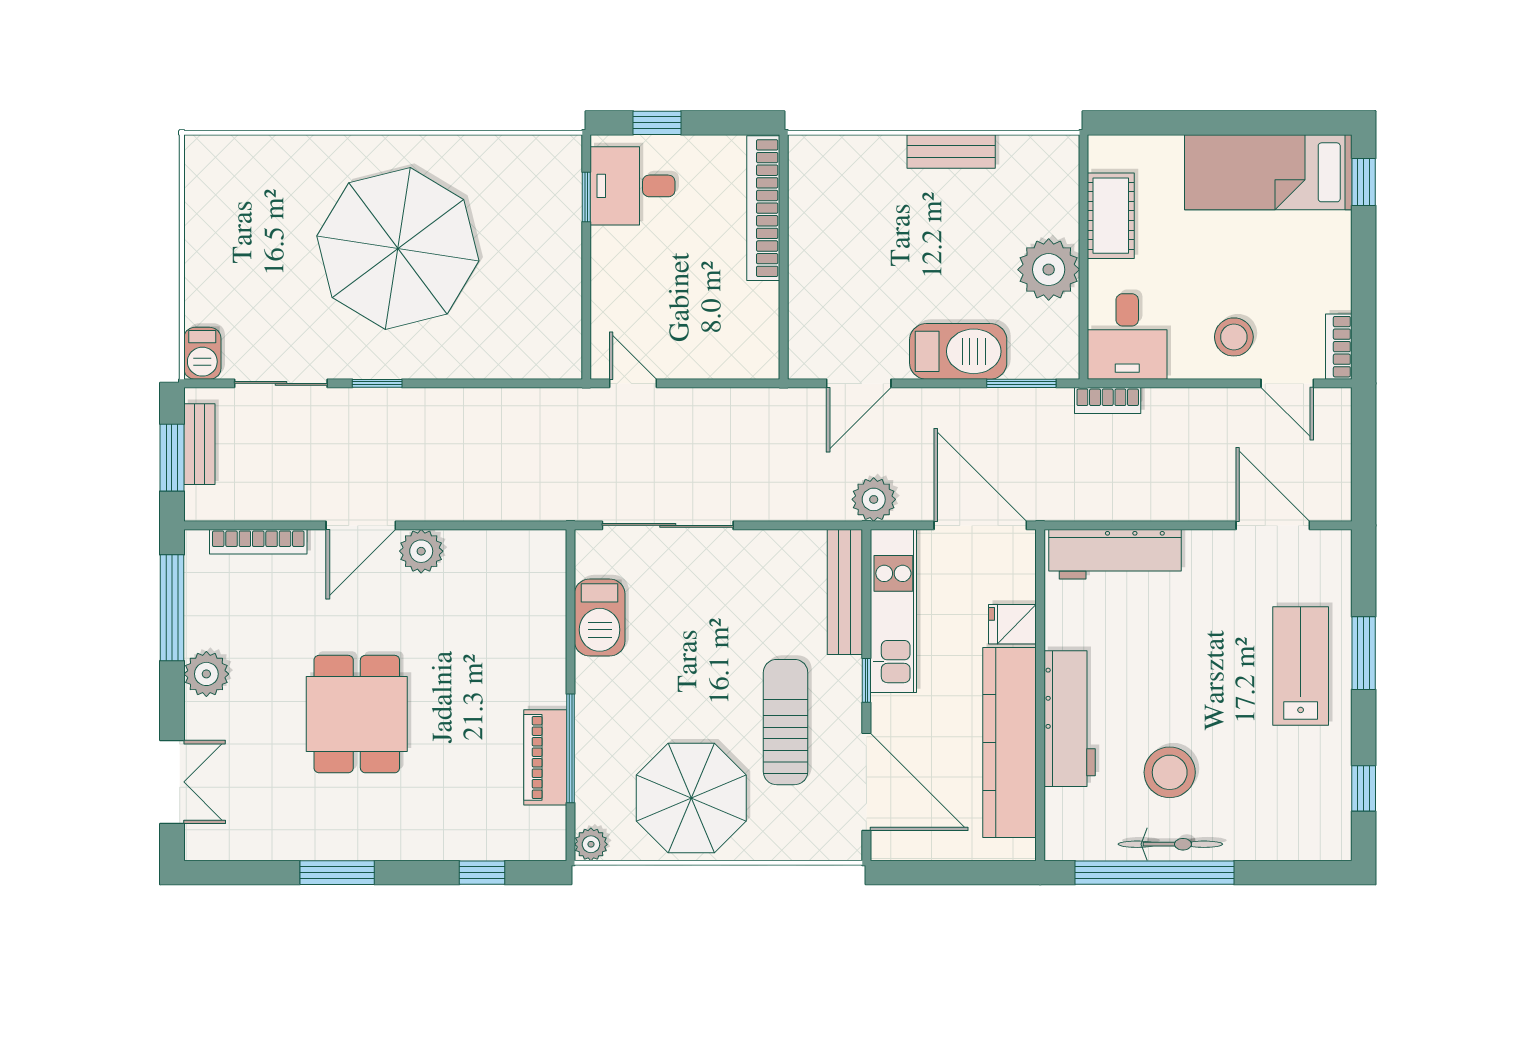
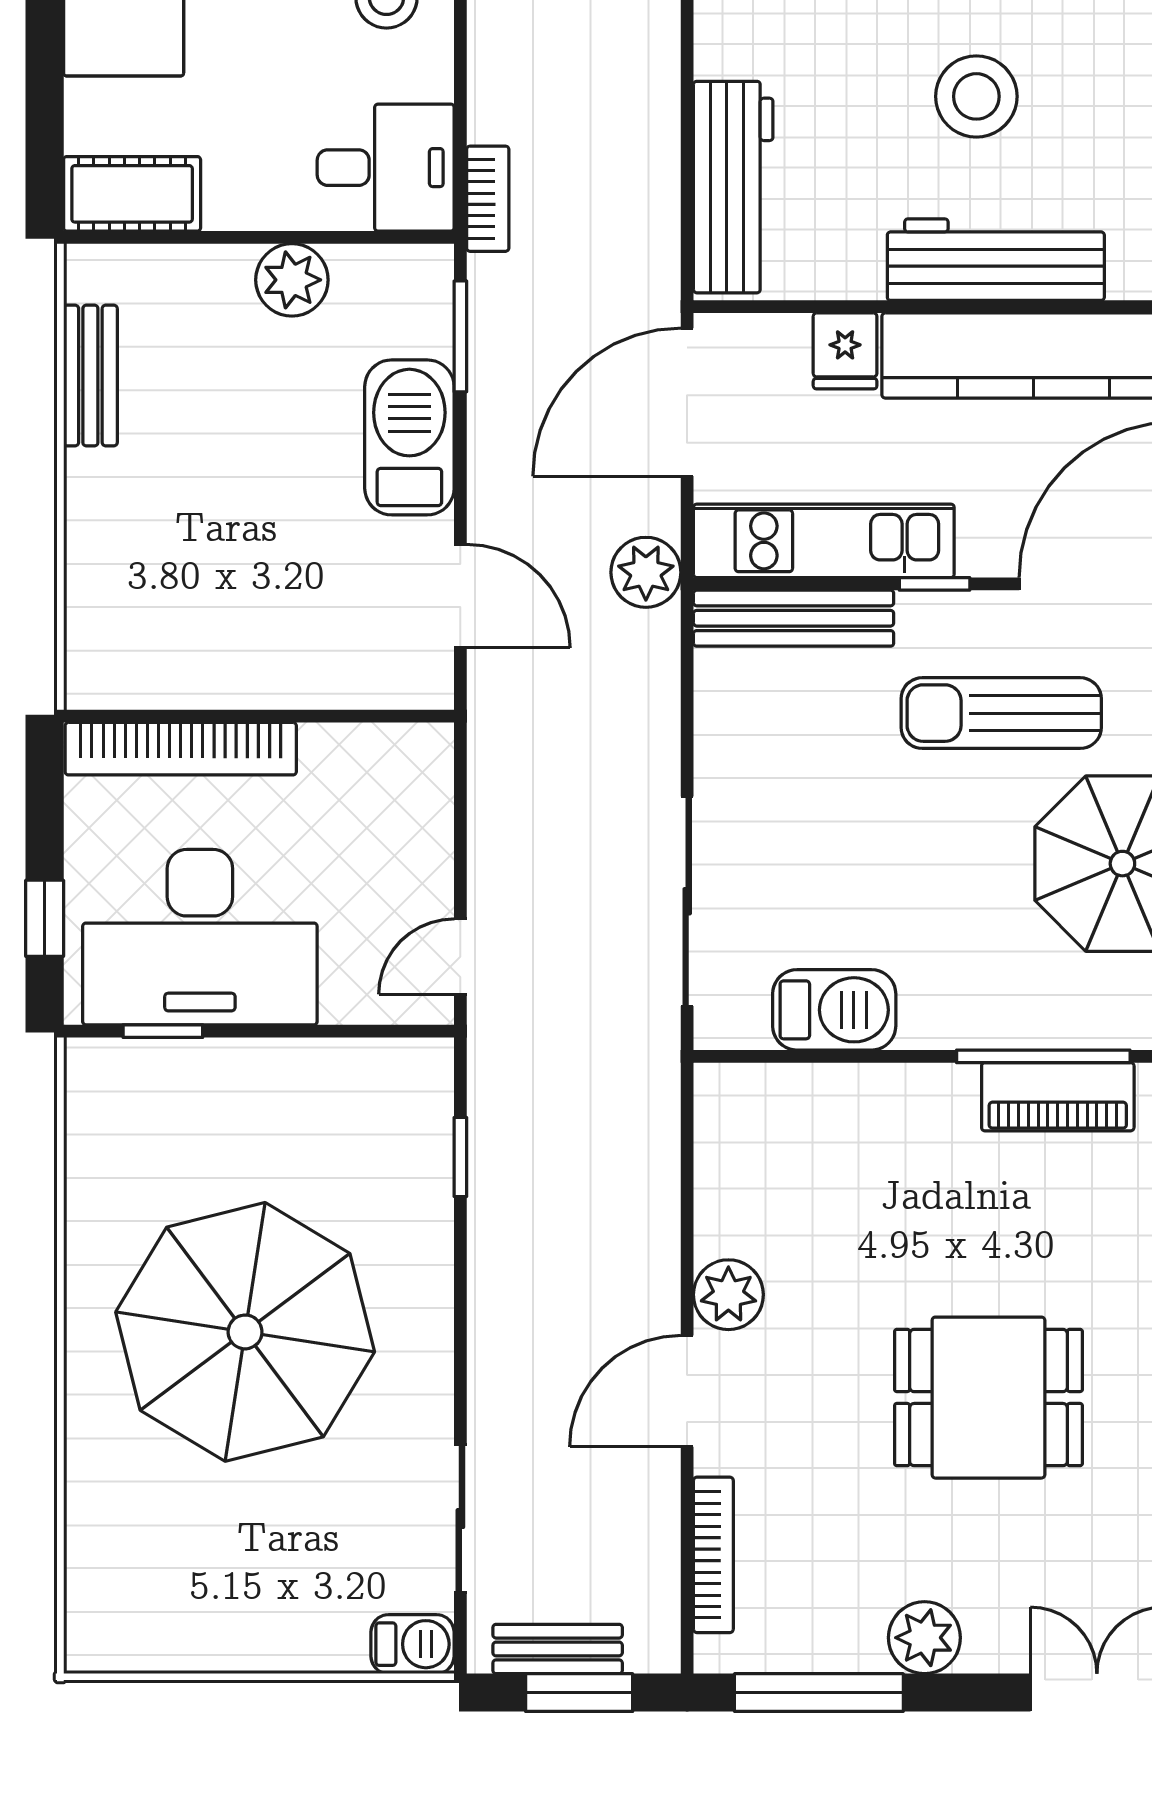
bench: (951, 152) -> (90, 376), moved
desk: (633, 186) -> (200, 937), width x1.87, depth x1.30
cot: (1111, 216) -> (132, 194), moved
plant: (1049, 270) -> (292, 280), width x0.73, depth x0.73
window: (377, 383) -> (460, 1157), moved
door: (361, 525) -> (687, 1391), swing flipped
stool: (1170, 772) -> (976, 96), moved

